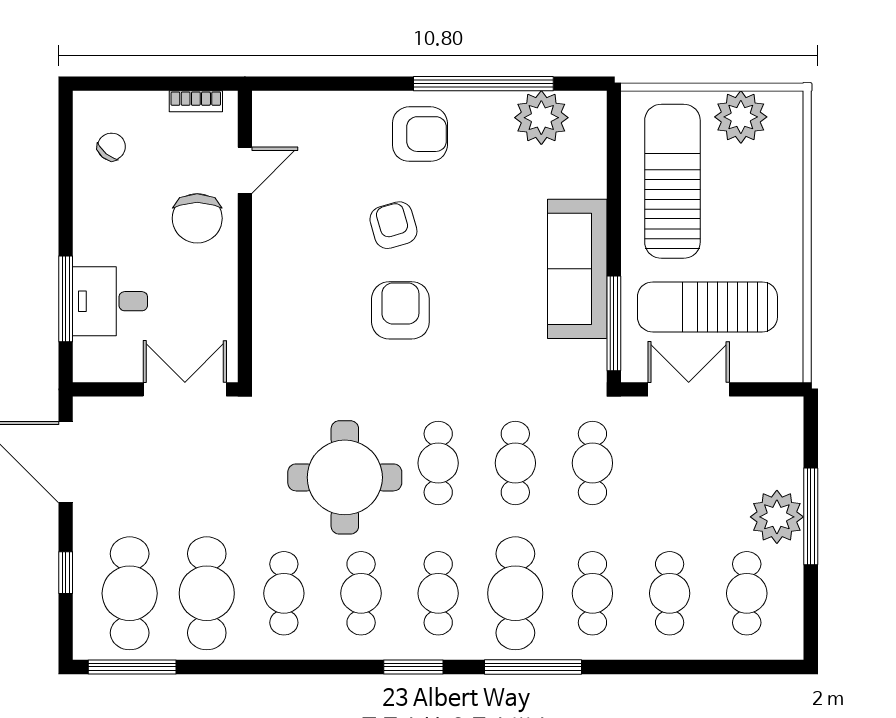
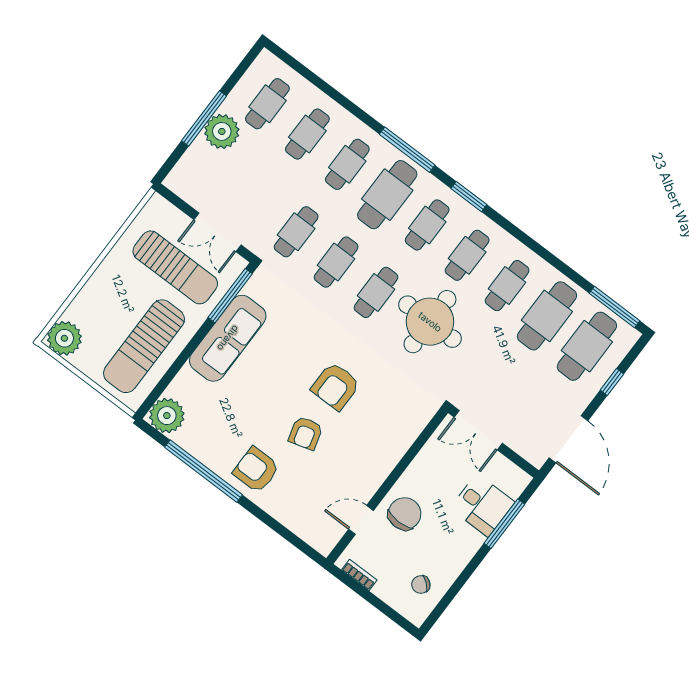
plant: (741, 117) -> (64, 338), moved
plant: (541, 118) -> (167, 416), moved

